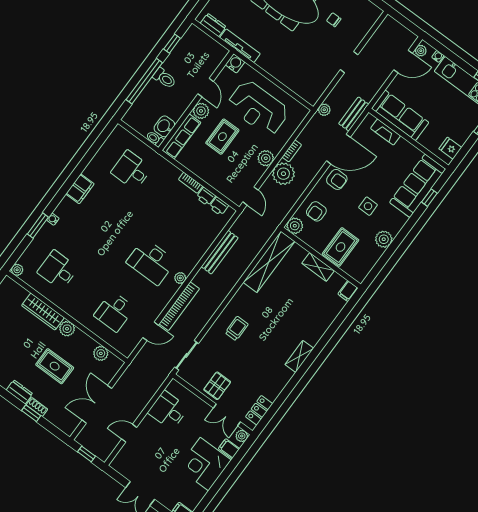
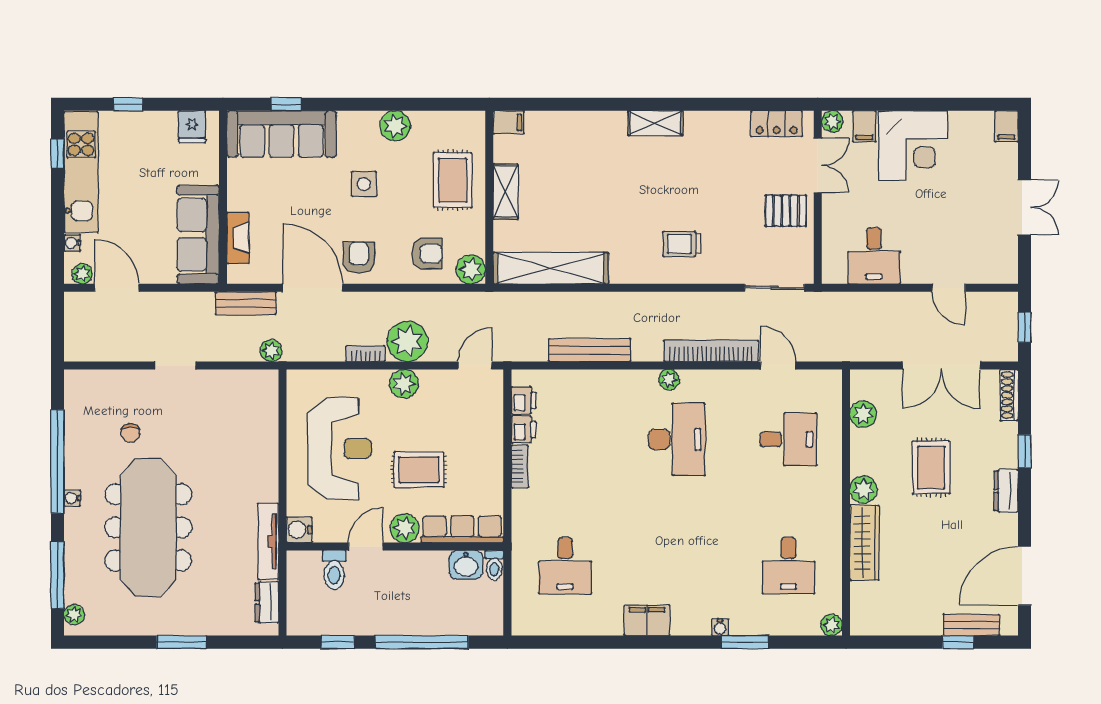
toilet: (164, 78) -> (334, 570), moved, turned 180
rug: (341, 247) -> (453, 180), turned 90
shoe rack: (37, 407) -> (1009, 395), moved, width x1.43

